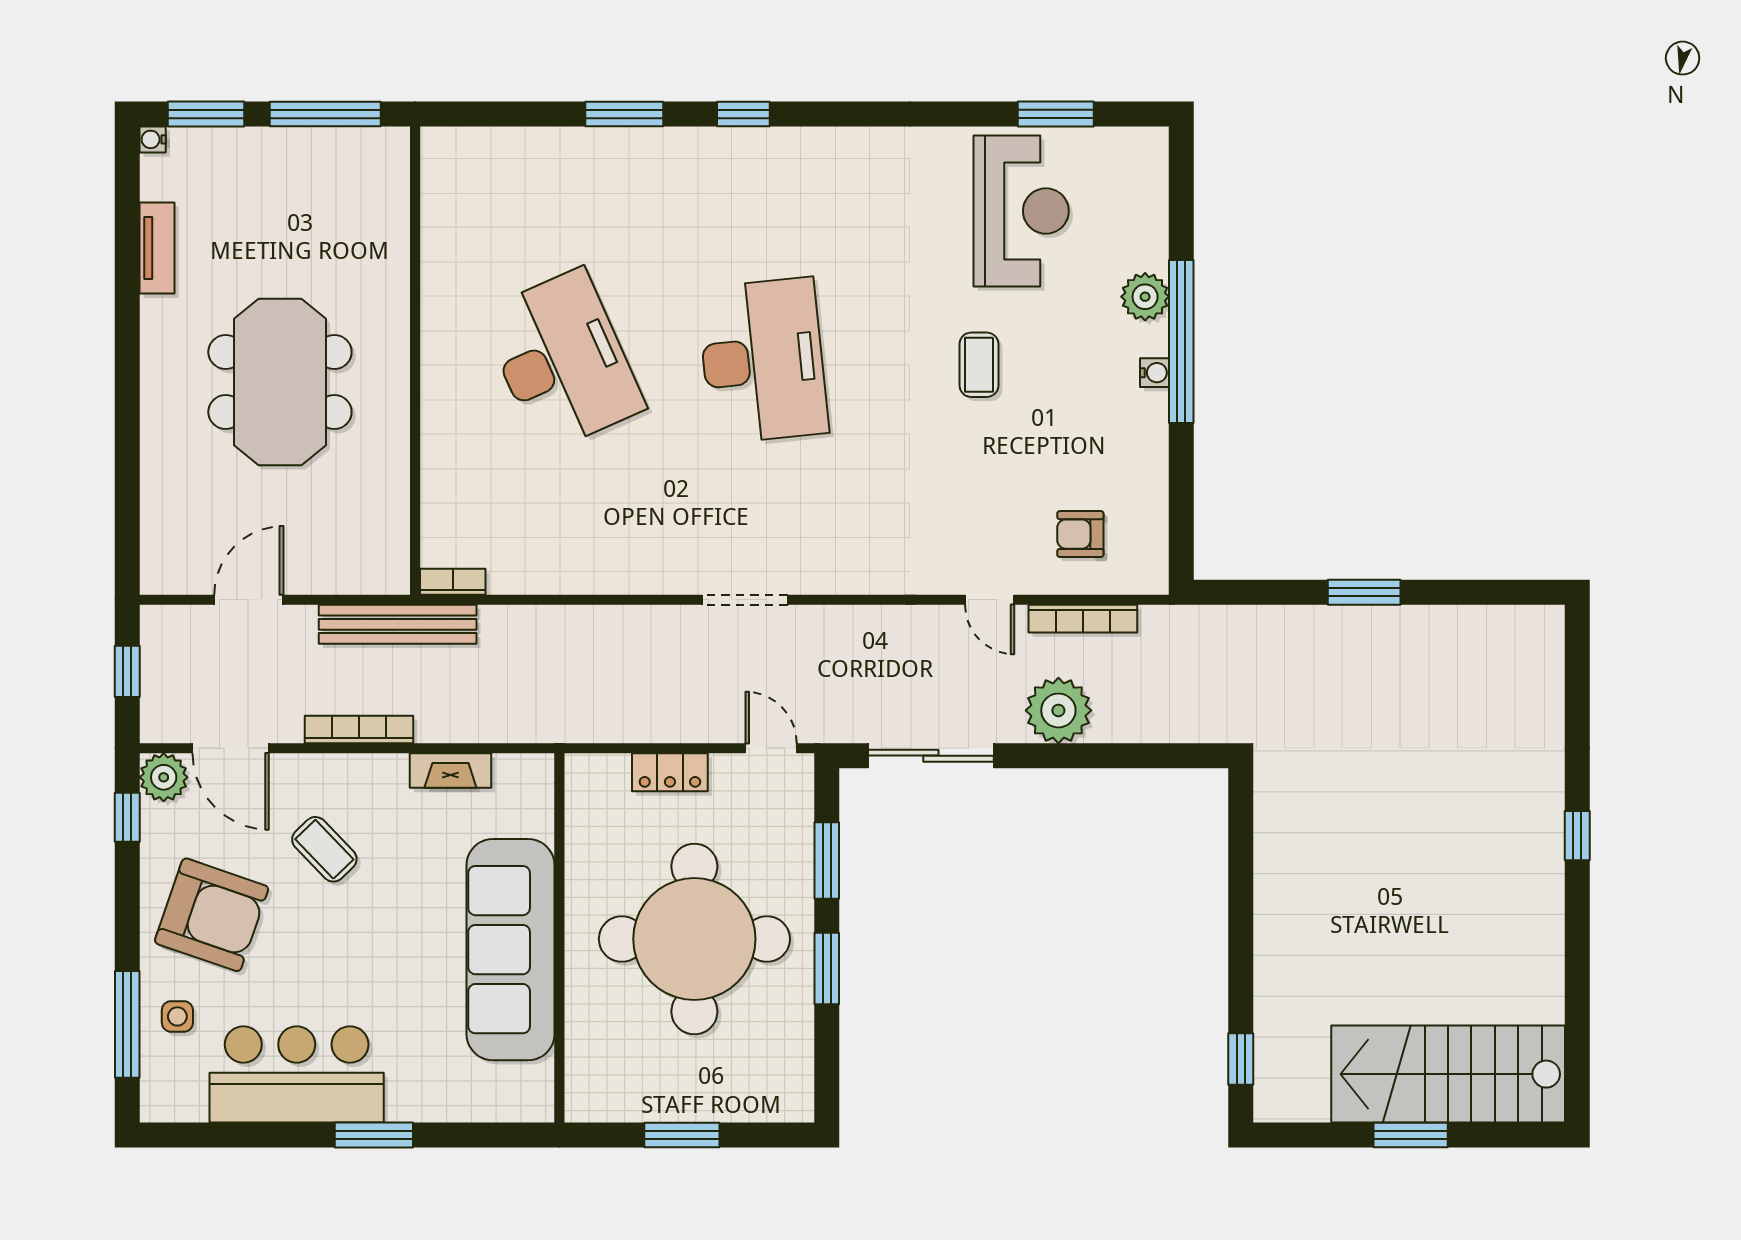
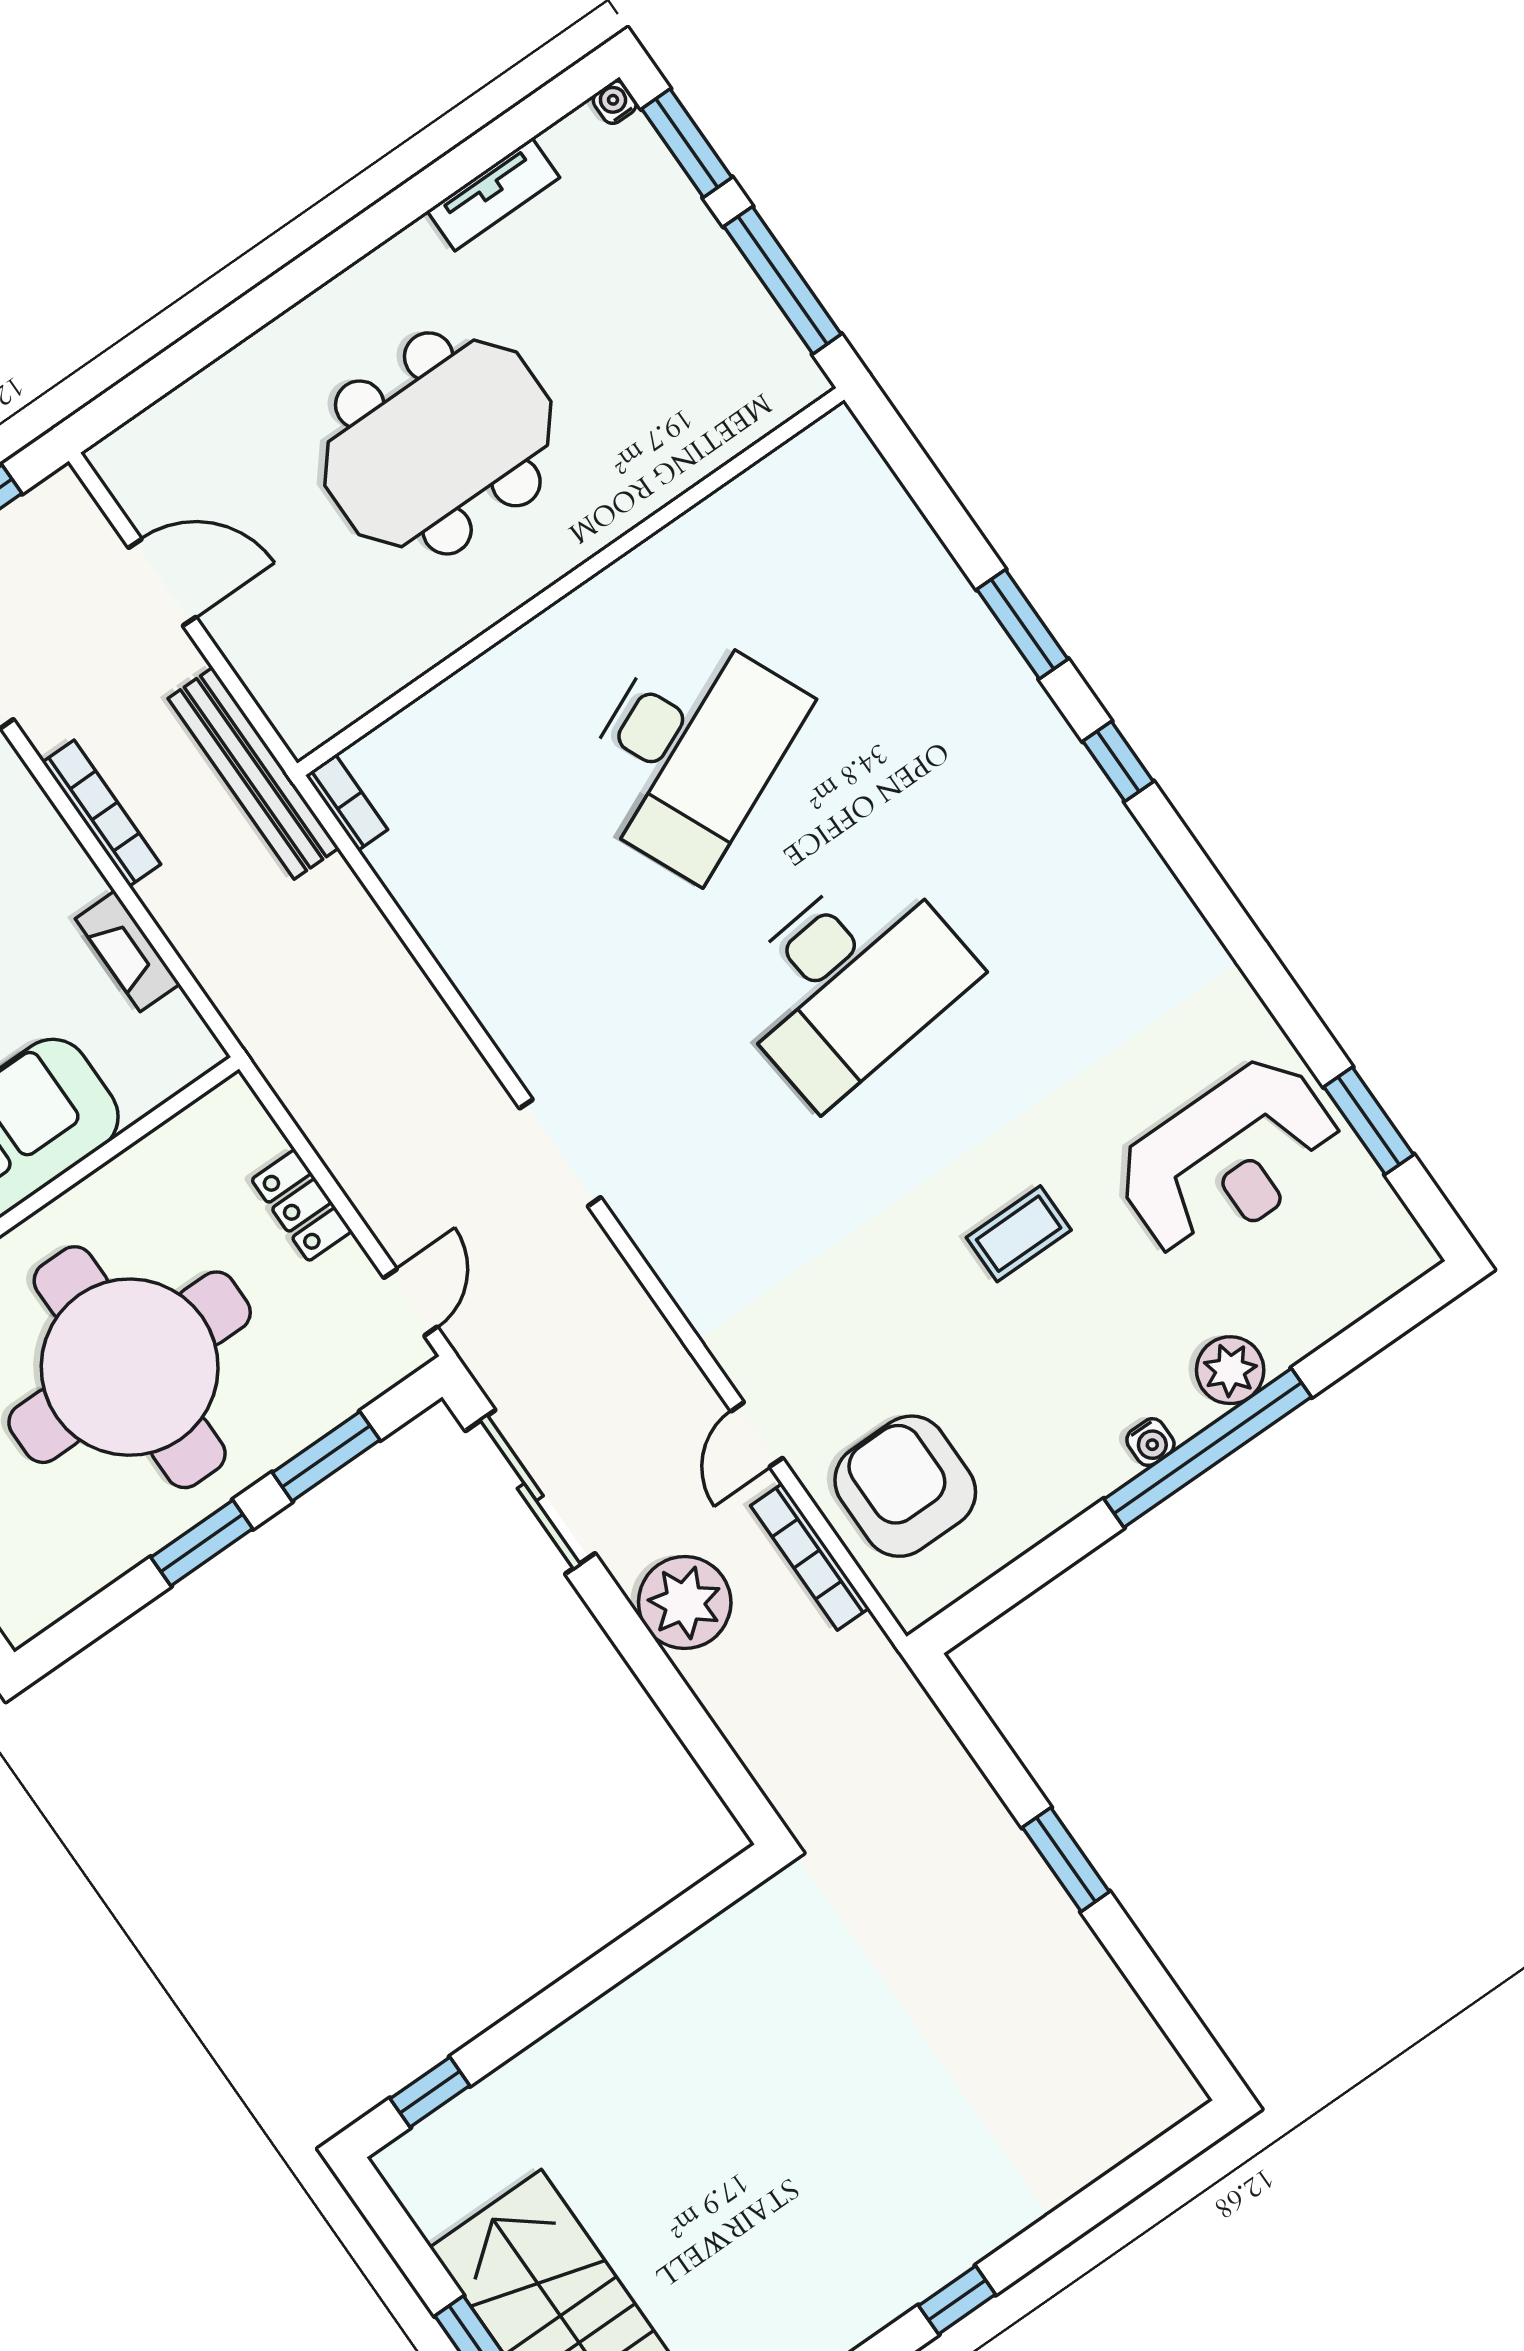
armchair: (1080, 534) -> (905, 1486), width x1.88, depth x1.88

